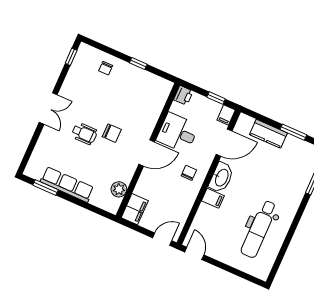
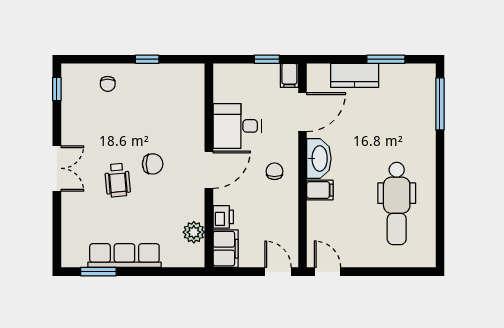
printer: (183, 95) -> (223, 217), moved
wheelchair: (84, 134) -> (118, 180), turned 85
door: (162, 239) -> (278, 272), hinge flipped

